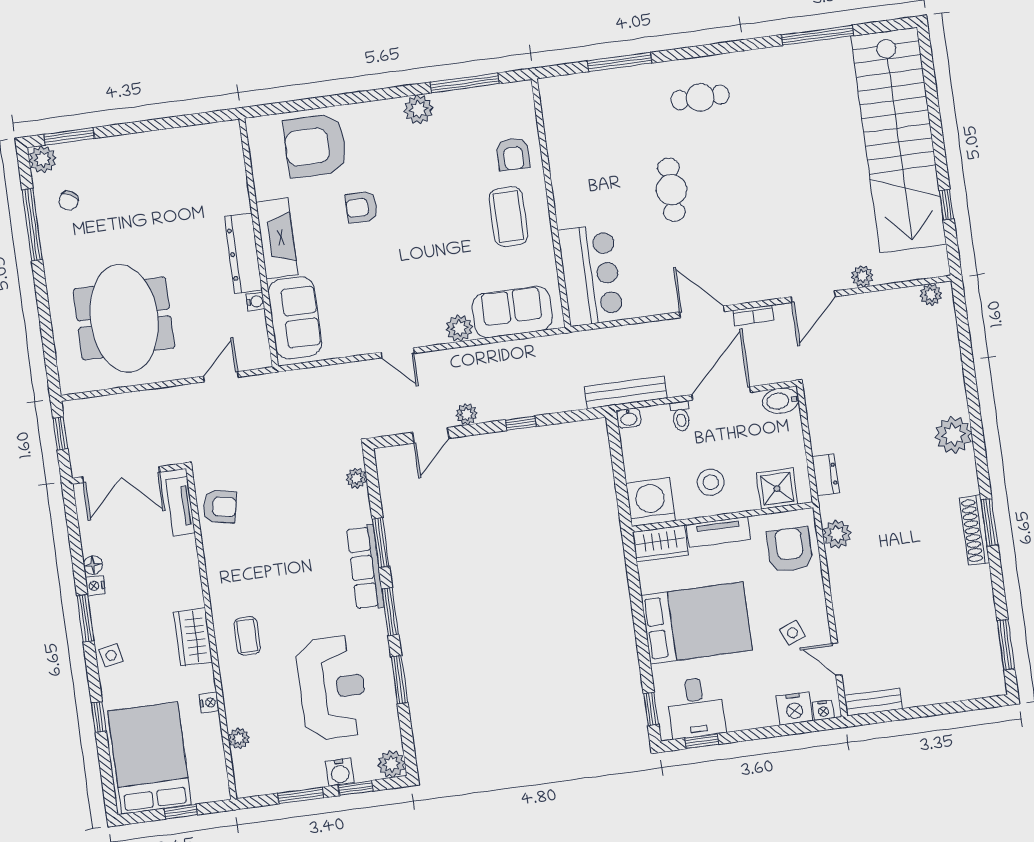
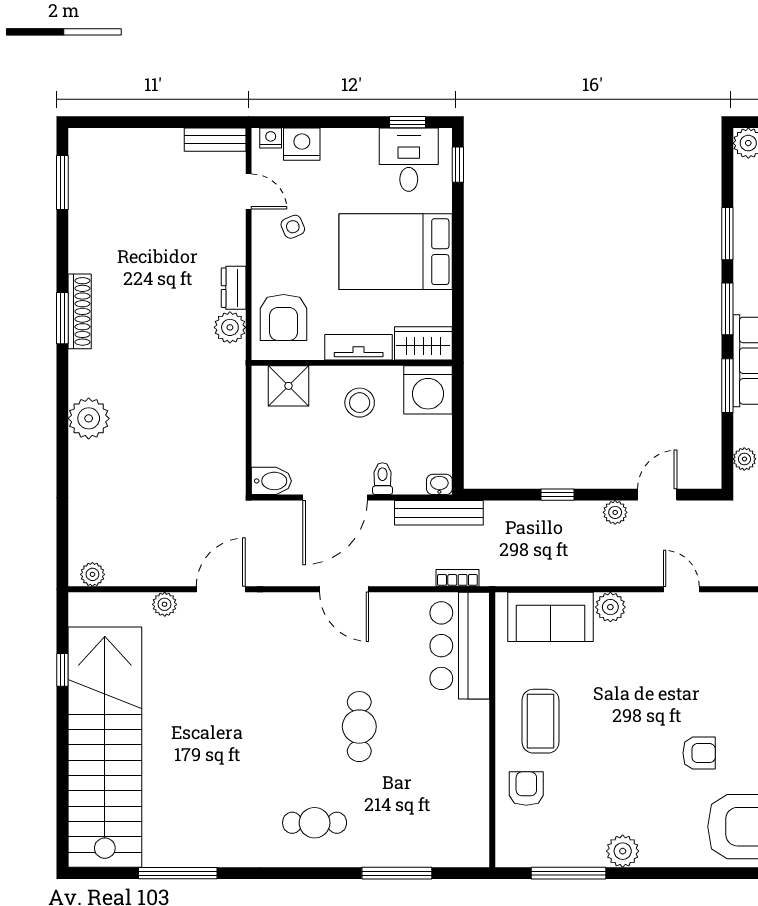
bookcase: (753, 315) -> (457, 578), moved
dresser: (826, 475) -> (234, 288), moved

